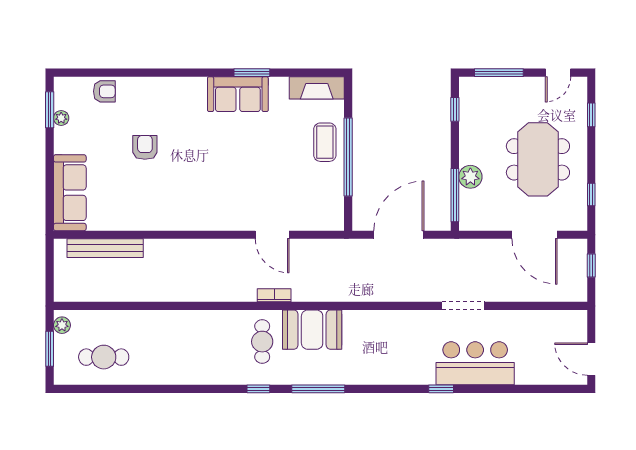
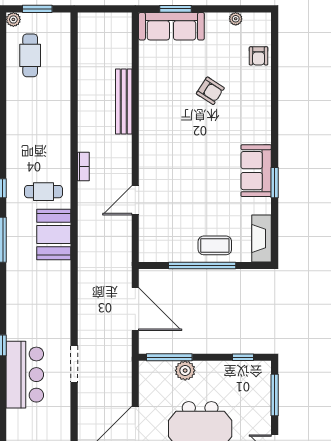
window: (50, 110) -> (175, 9), moved
armchair: (145, 147) -> (210, 91), turned 33
bench: (105, 248) -> (124, 101), moved
bookcase: (274, 295) -> (83, 167), moved
plant: (62, 325) -> (13, 19), moved

